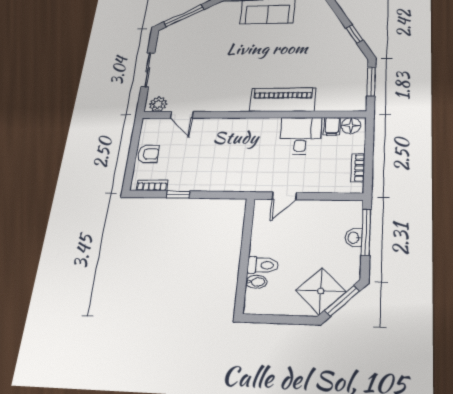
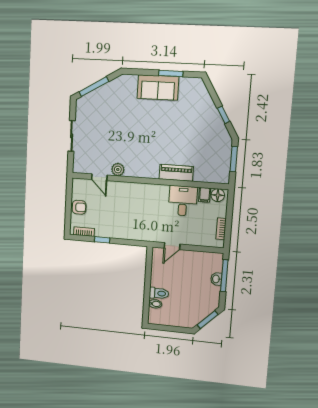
piano: (283, 100) -> (176, 173), width x0.73, depth x0.75
plant: (158, 104) -> (118, 169), moved
shower: (321, 291) -> (195, 313), removed

